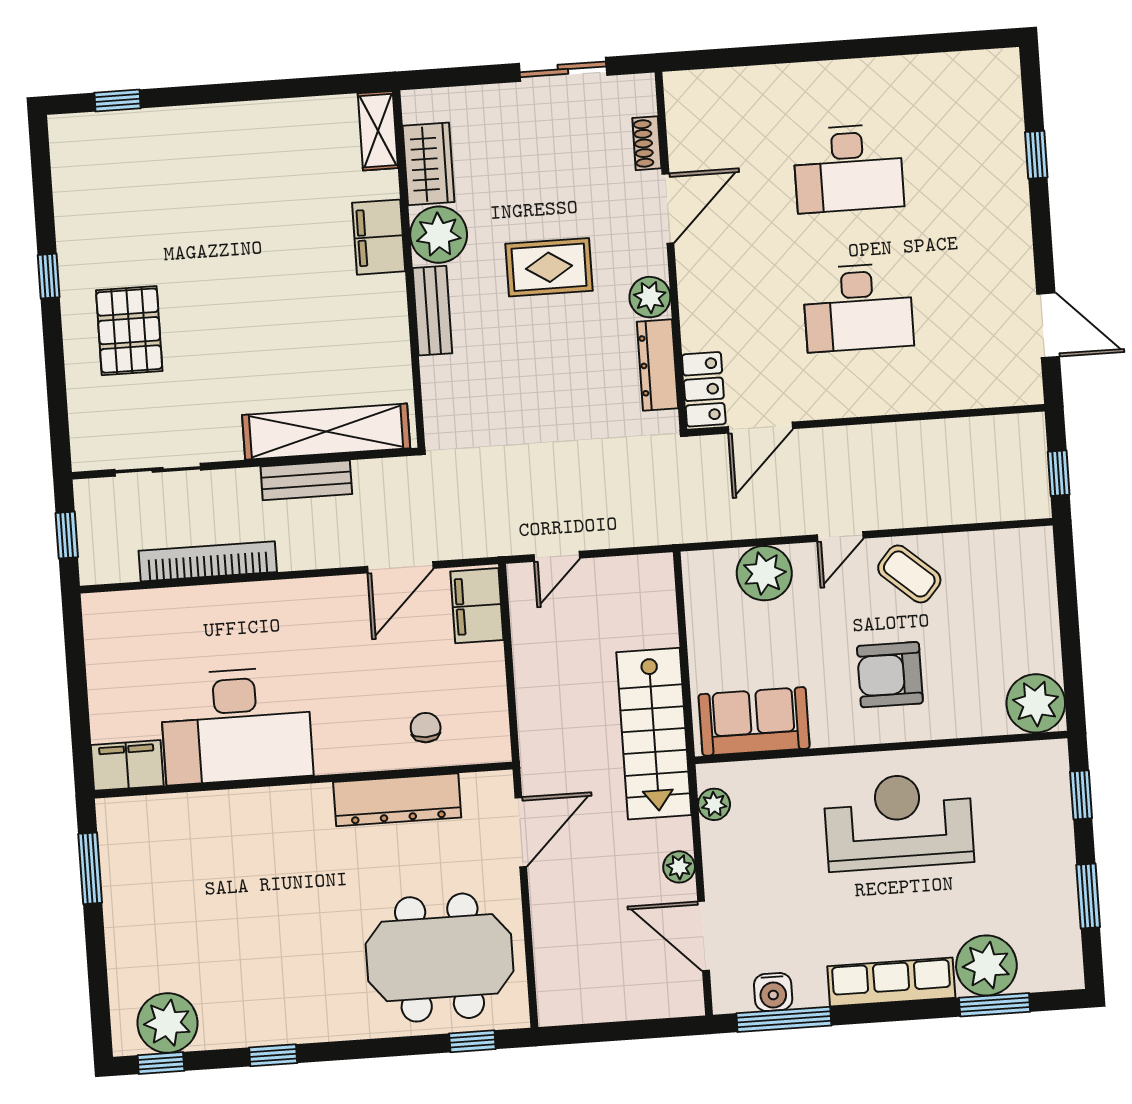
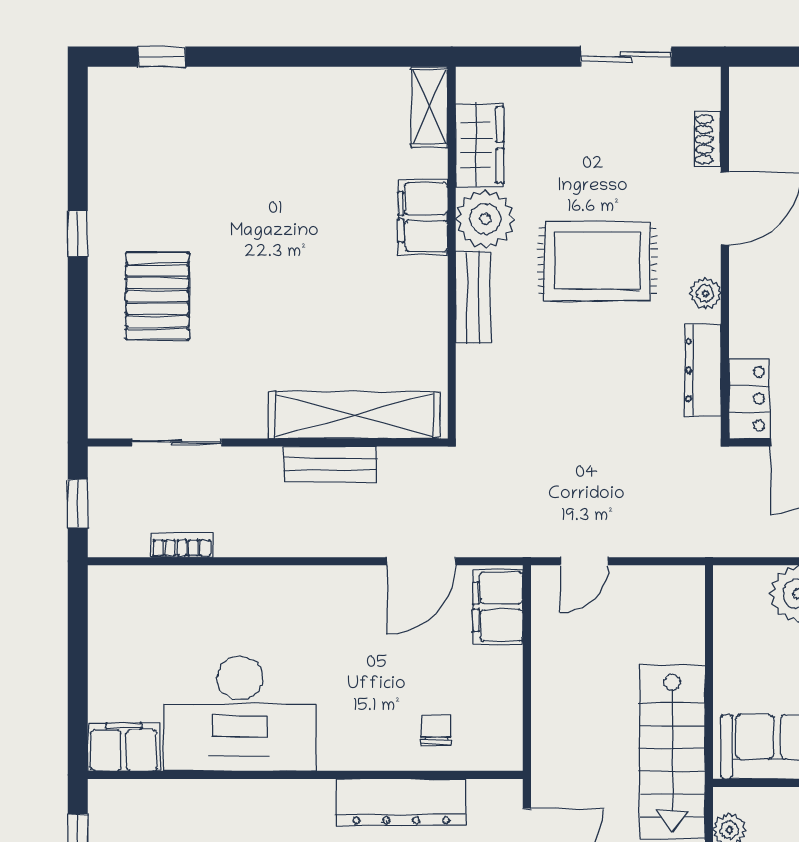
rug: (549, 267) -> (597, 261), width x1.36, depth x1.43
plant: (650, 297) -> (705, 293), width x0.73, depth x0.73
bookcase: (208, 561) -> (182, 545), width x0.43, depth x0.76

